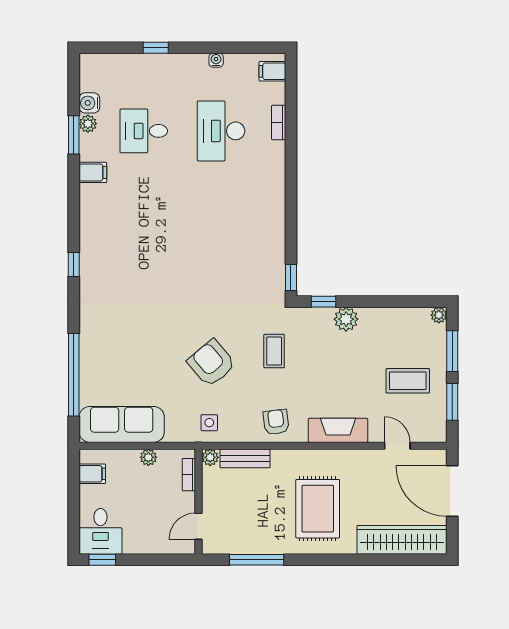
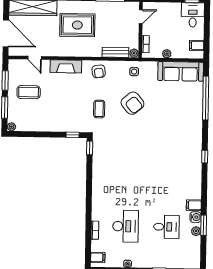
water cooler: (89, 103) -> (195, 217), moved
plant: (346, 319) -> (61, 125), removed
rug: (318, 509) -> (77, 25), turned 90

